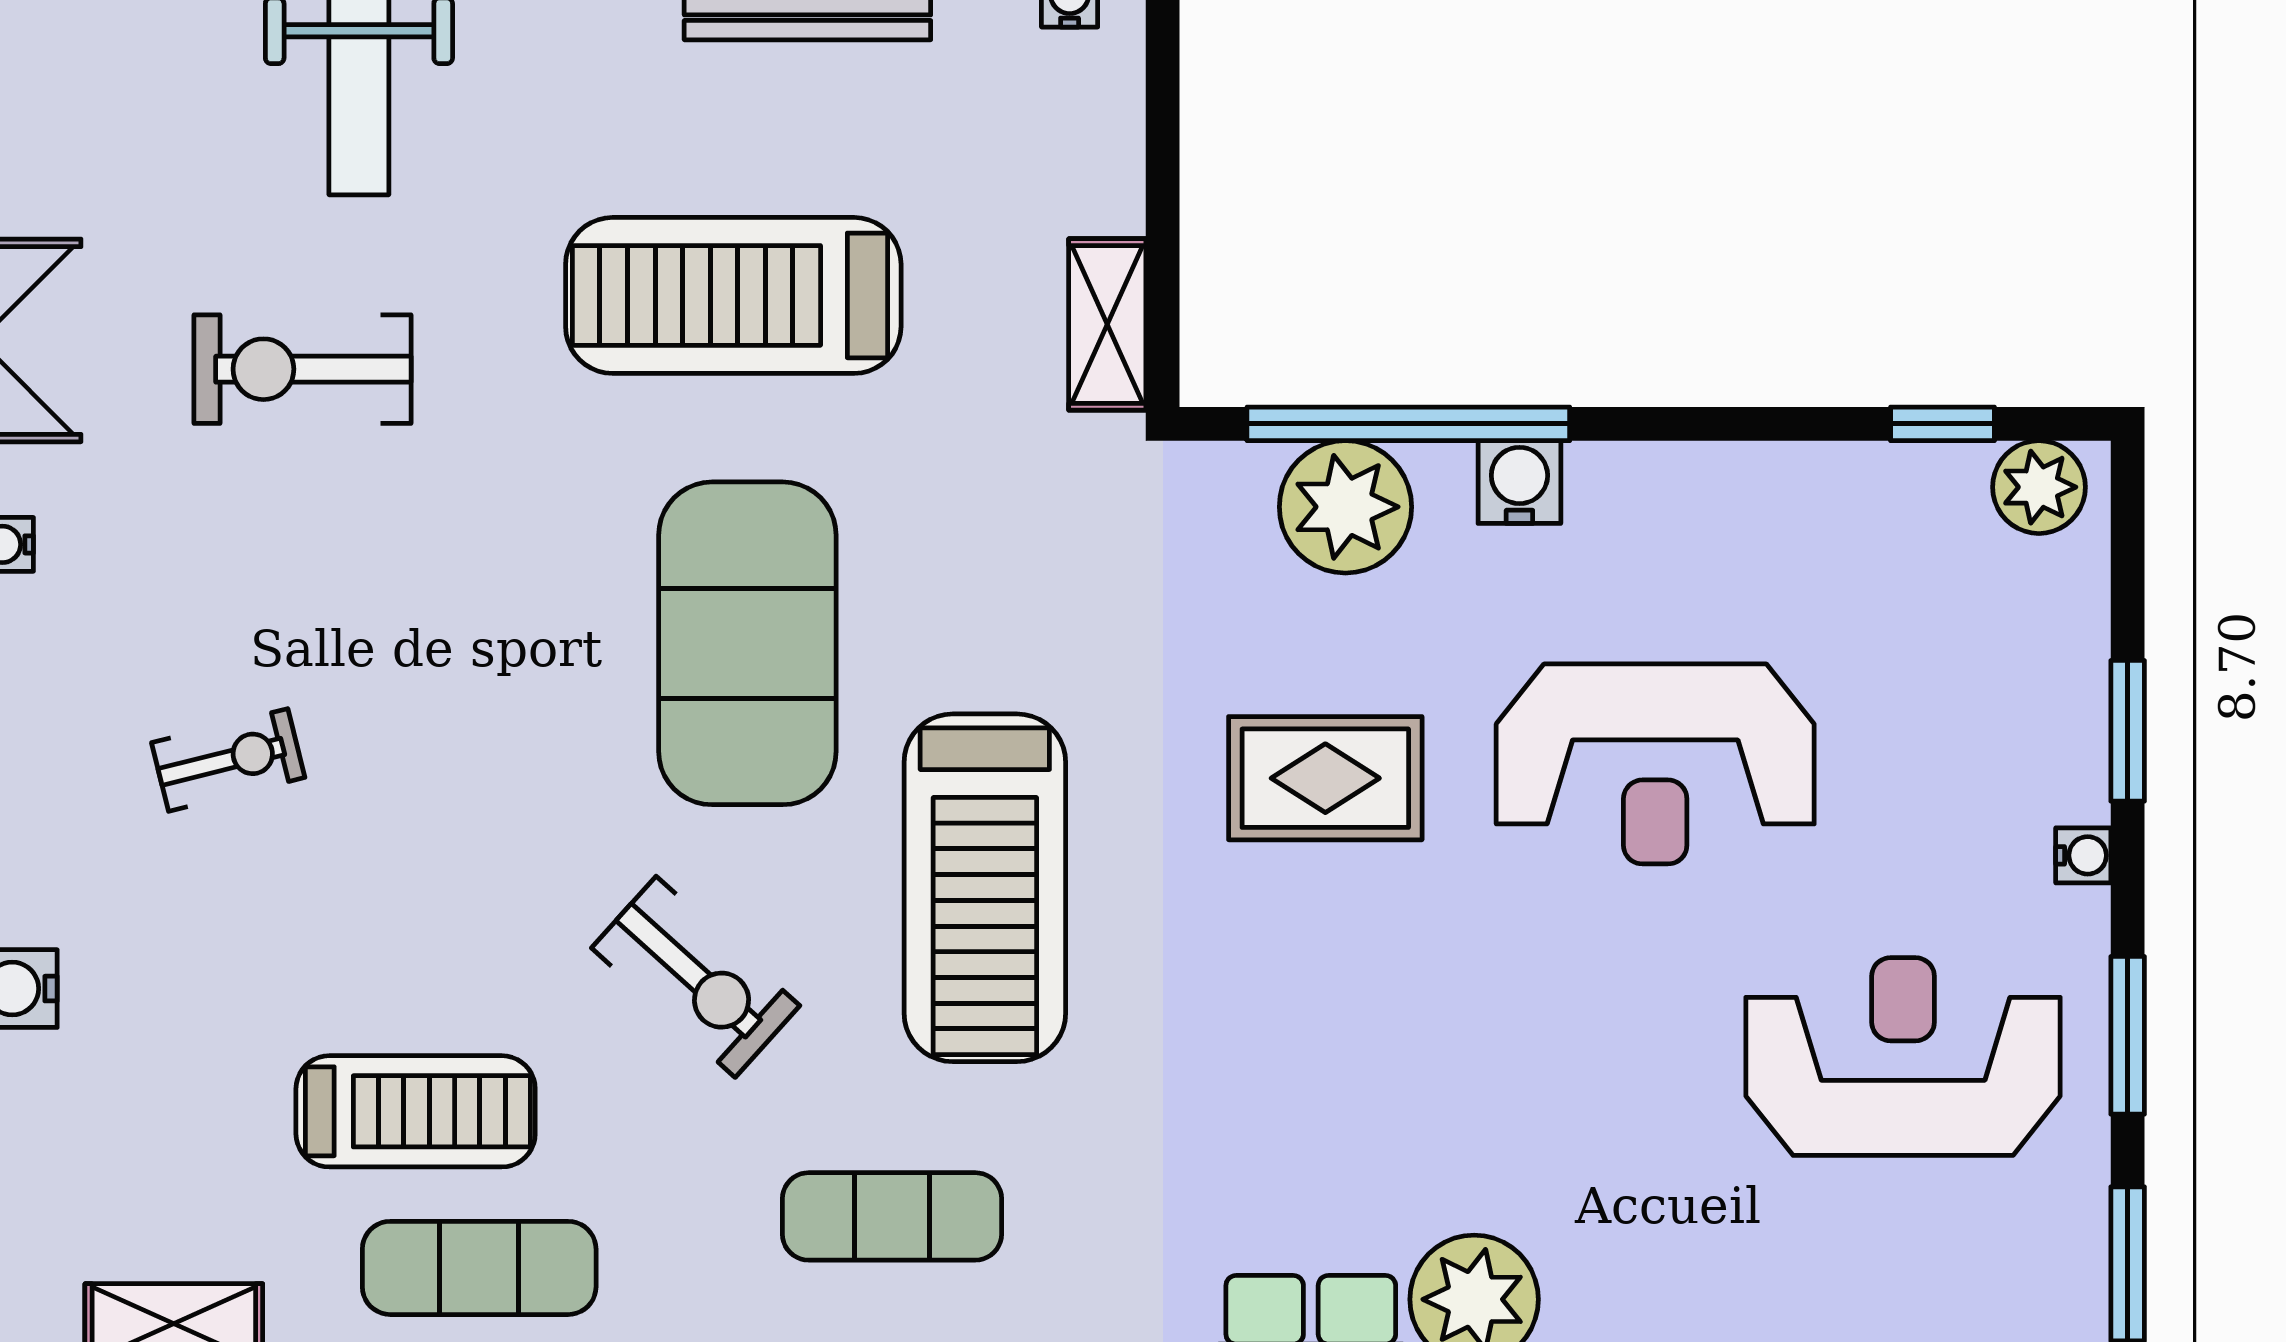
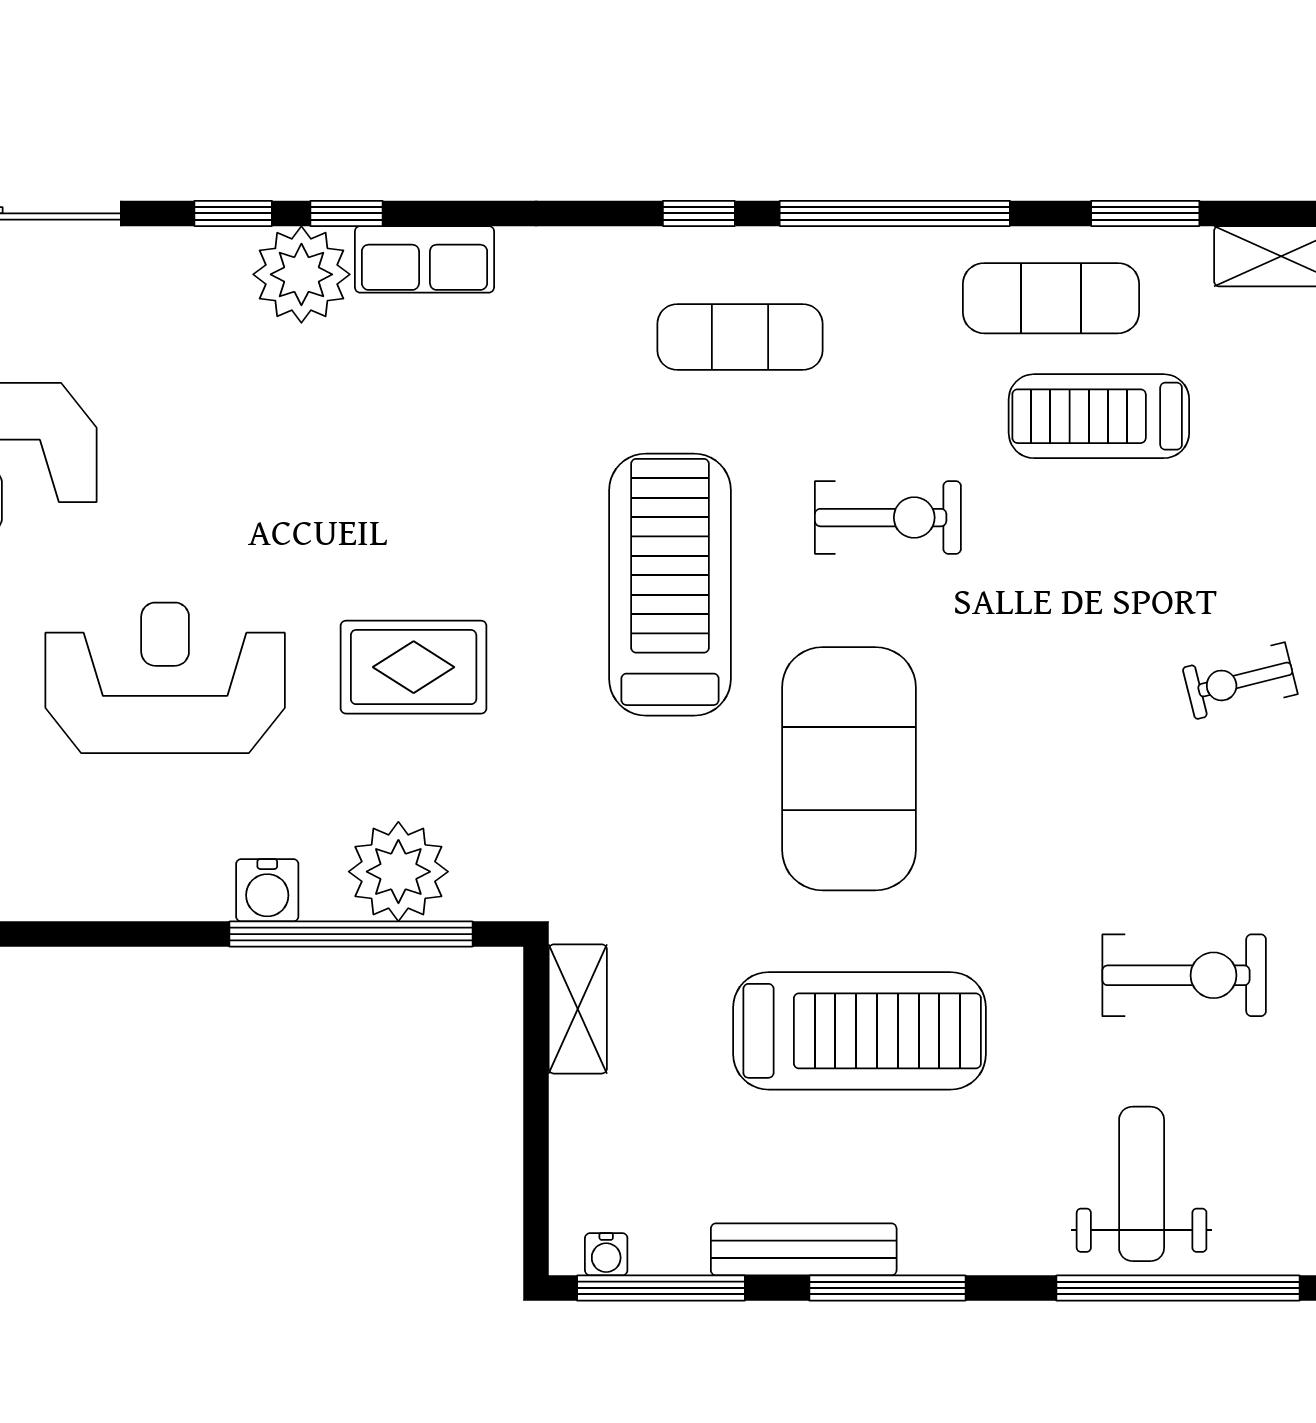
exercise bike: (696, 977) -> (888, 518), turned 138

